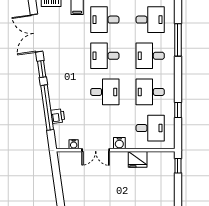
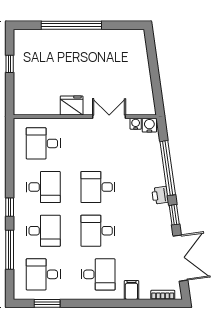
desk: (105, 56) -> (98, 231), turned 180
window: (178, 110) -> (10, 207), moved
printer: (58, 116) -> (160, 195), moved
water cooler: (119, 143) -> (149, 125), moved
fridge: (138, 159) -> (72, 105), moved
window: (178, 166) -> (10, 64), moved

